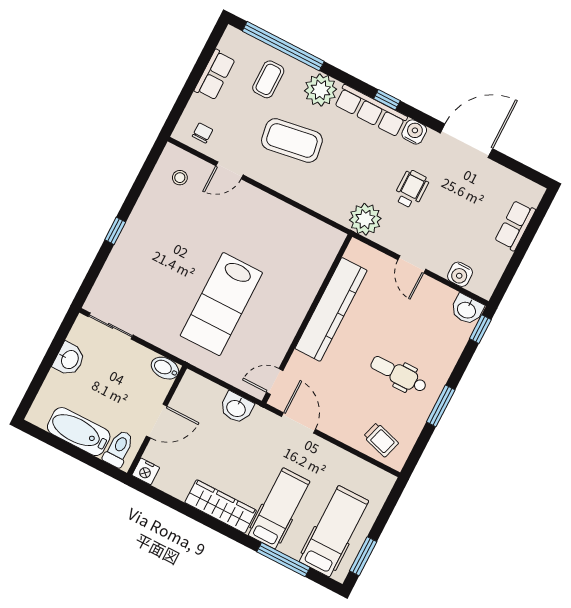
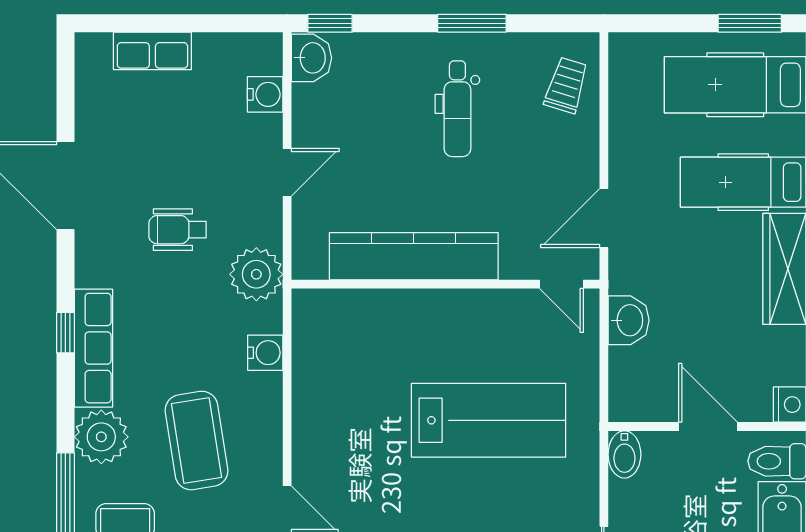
water cooler: (414, 132) -> (265, 353), moved, turned 180

